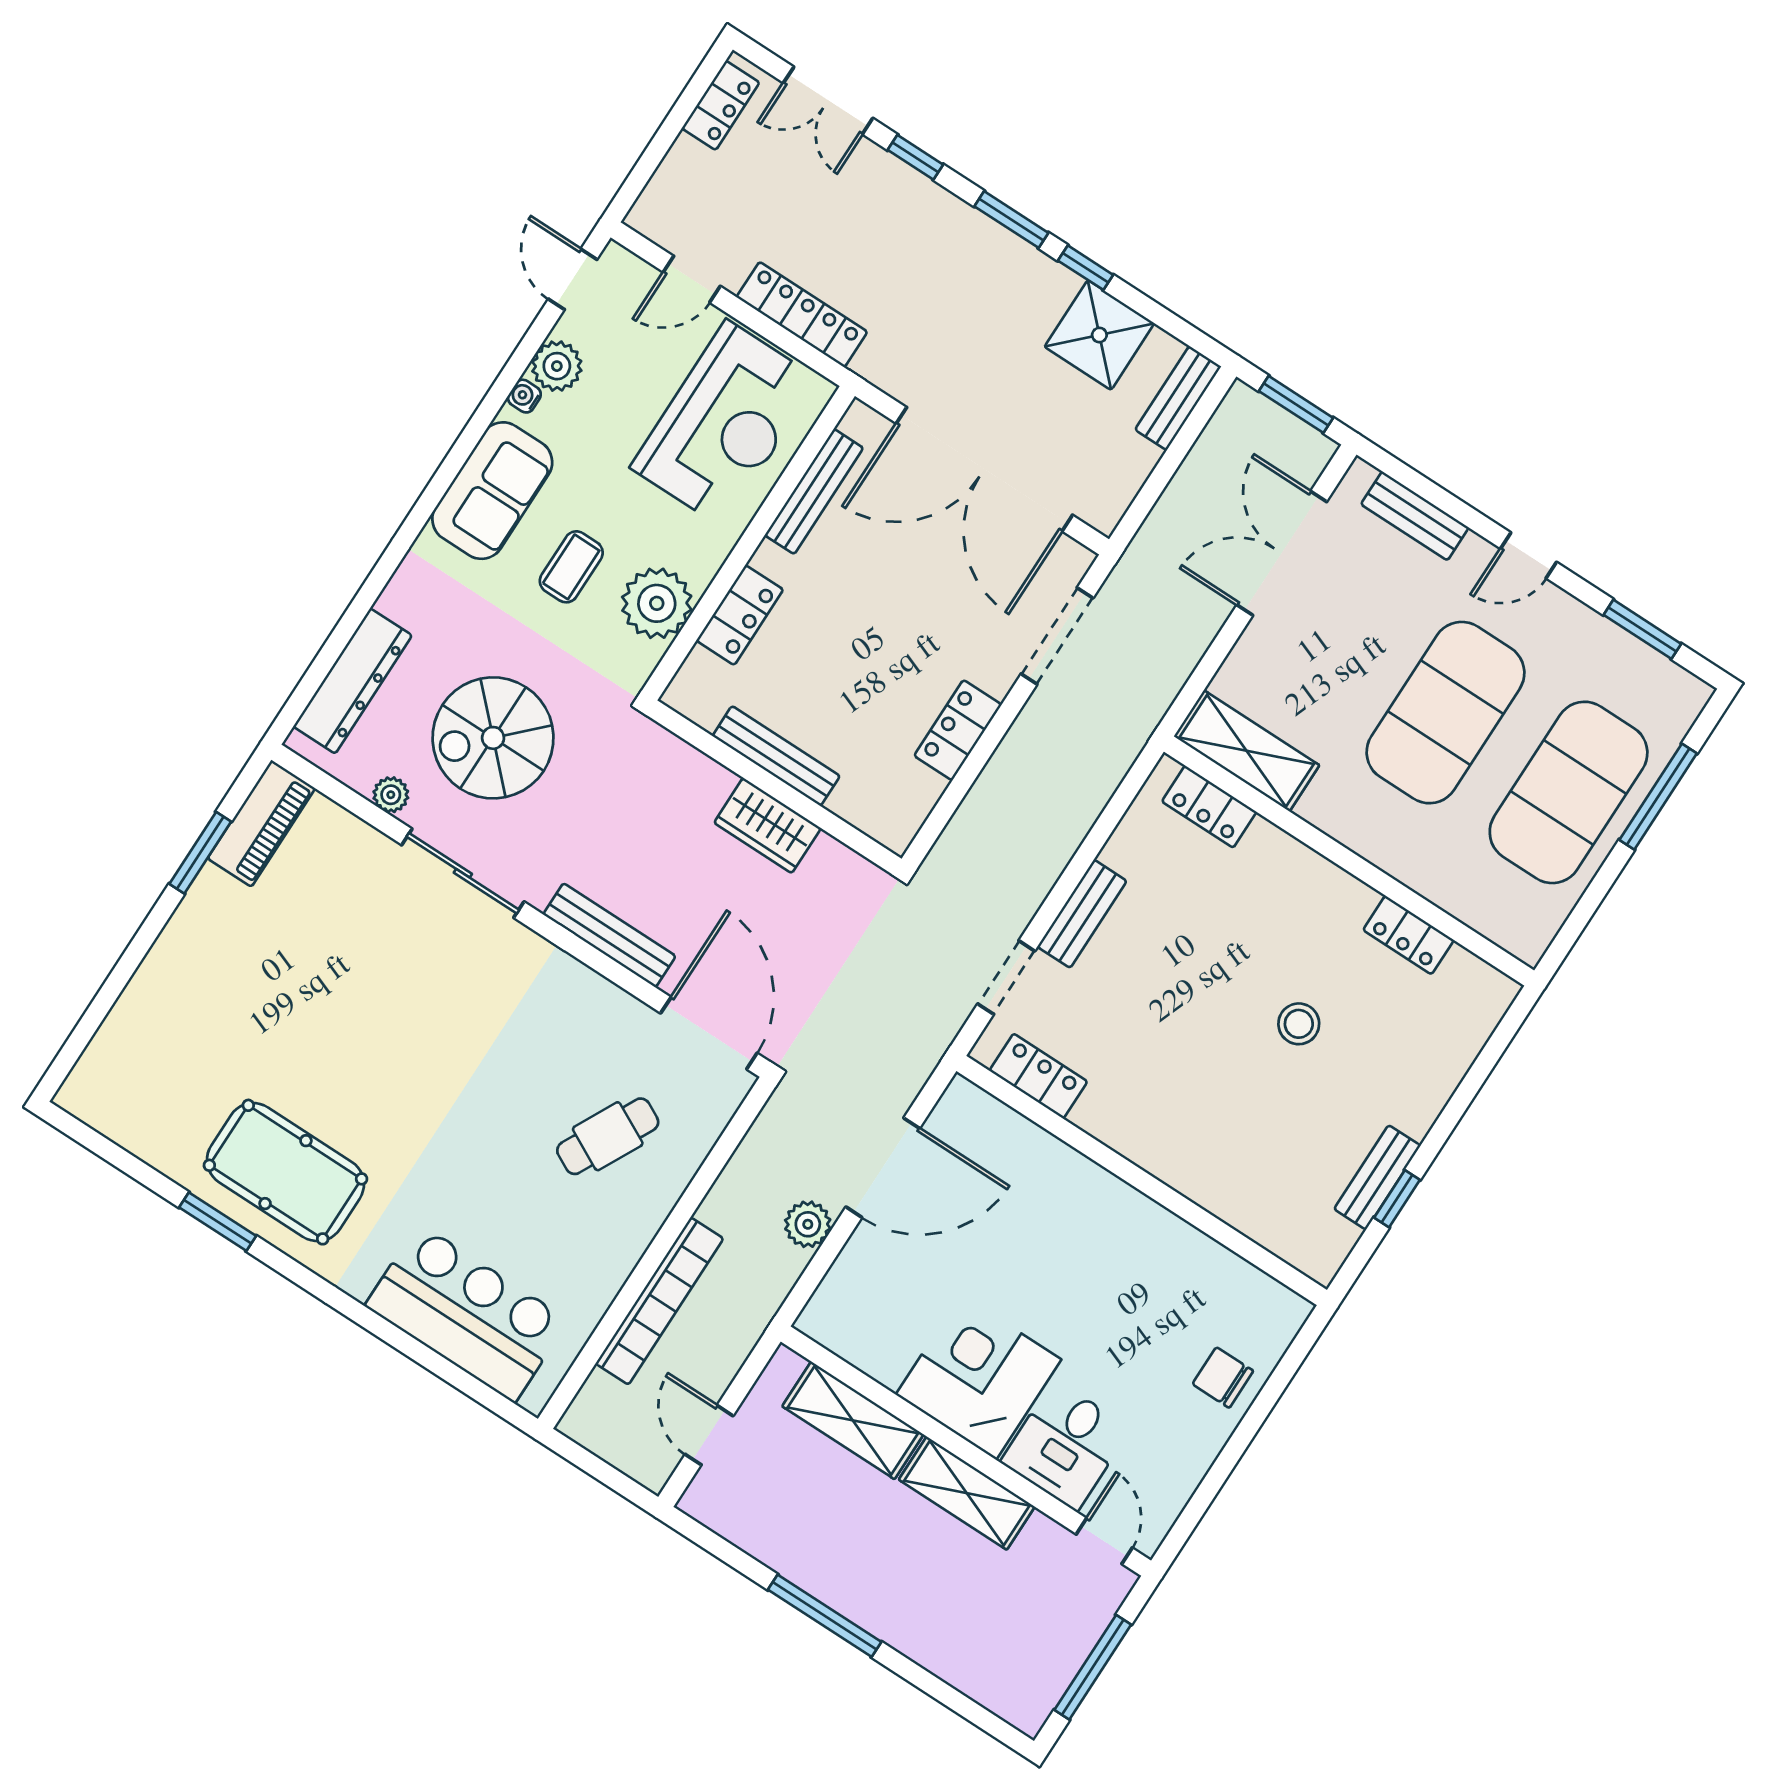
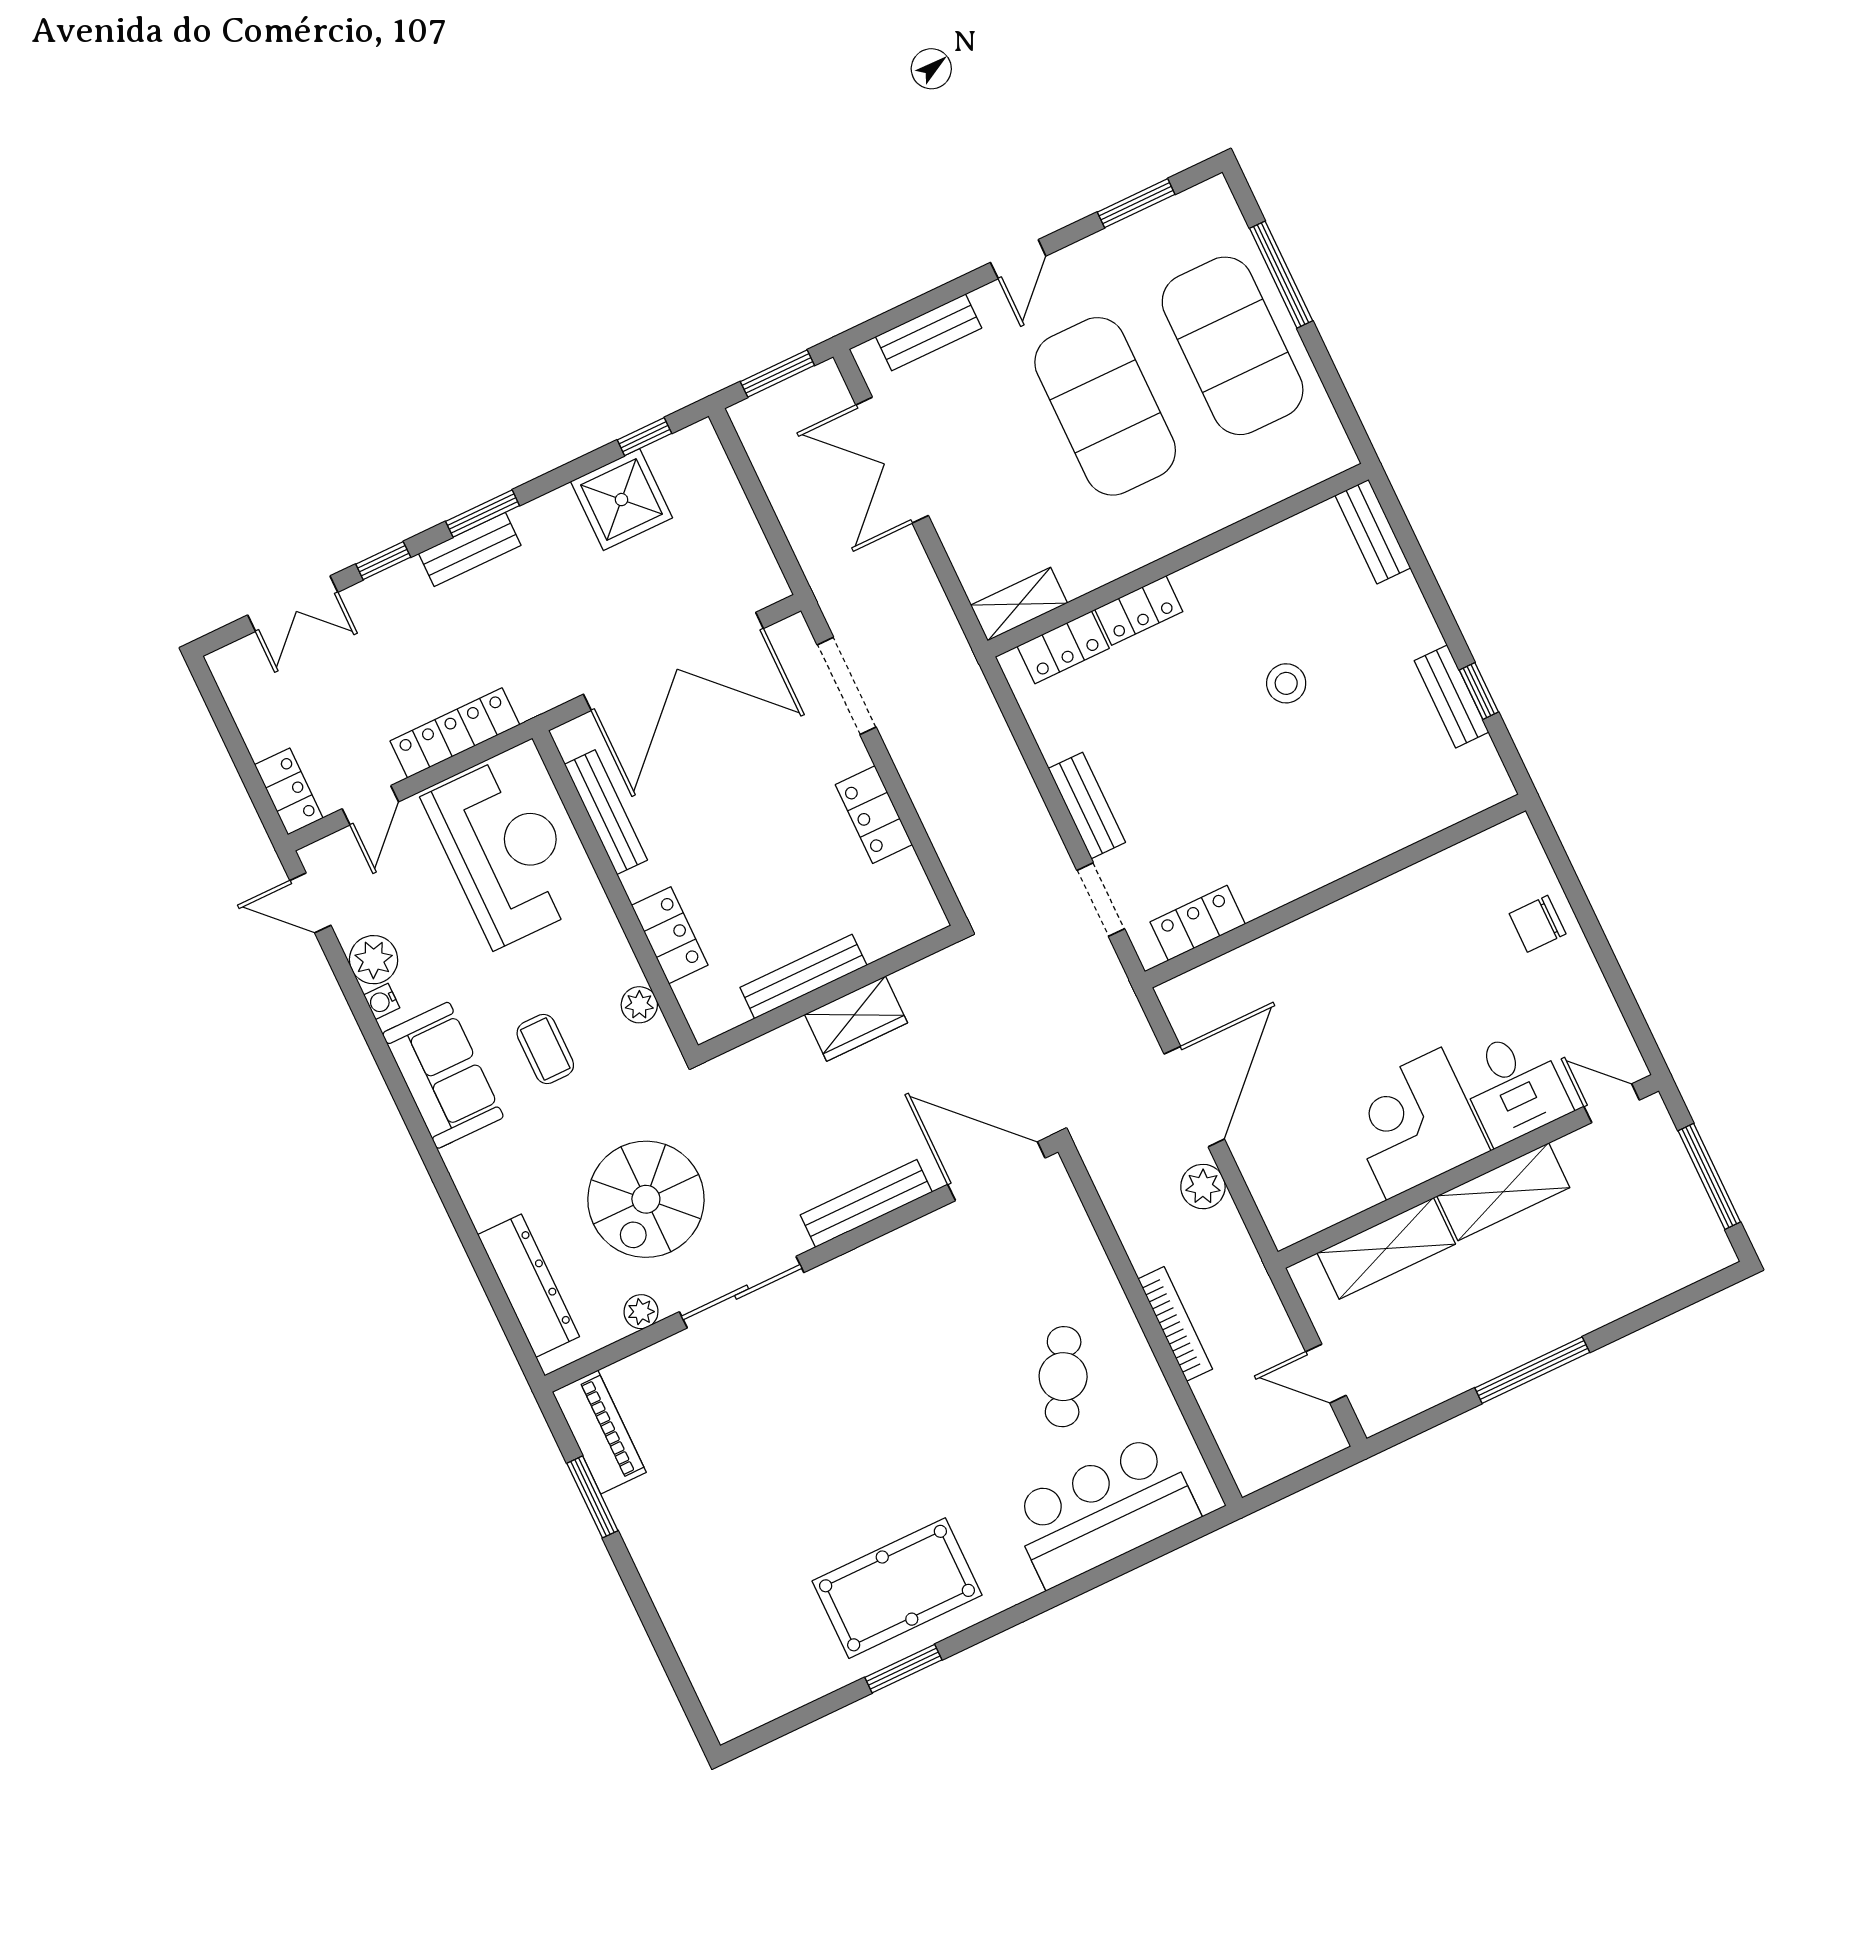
locker: (721, 105) -> (289, 791), moved
window: (1086, 268) -> (644, 437), moved
bench: (1178, 398) -> (470, 549), moved, turned 90
plant: (657, 603) -> (639, 1005), width x0.53, depth x0.53
shelving: (1247, 751) -> (1019, 604), width x0.67, depth x0.75
locker: (1408, 935) -> (1139, 610), moved
bench: (1480, 1018) -> (1373, 532), added
cafe table: (608, 1136) -> (1063, 1377), moved
bookcase: (659, 1301) -> (1175, 1324), width x0.68, depth x0.76

